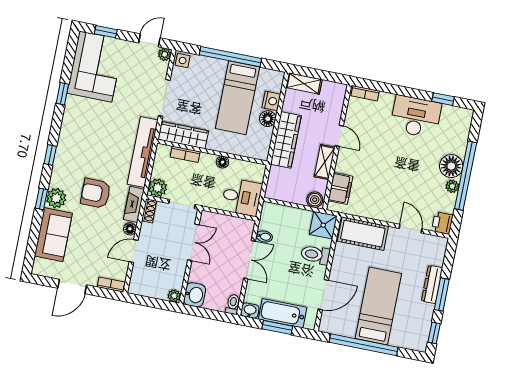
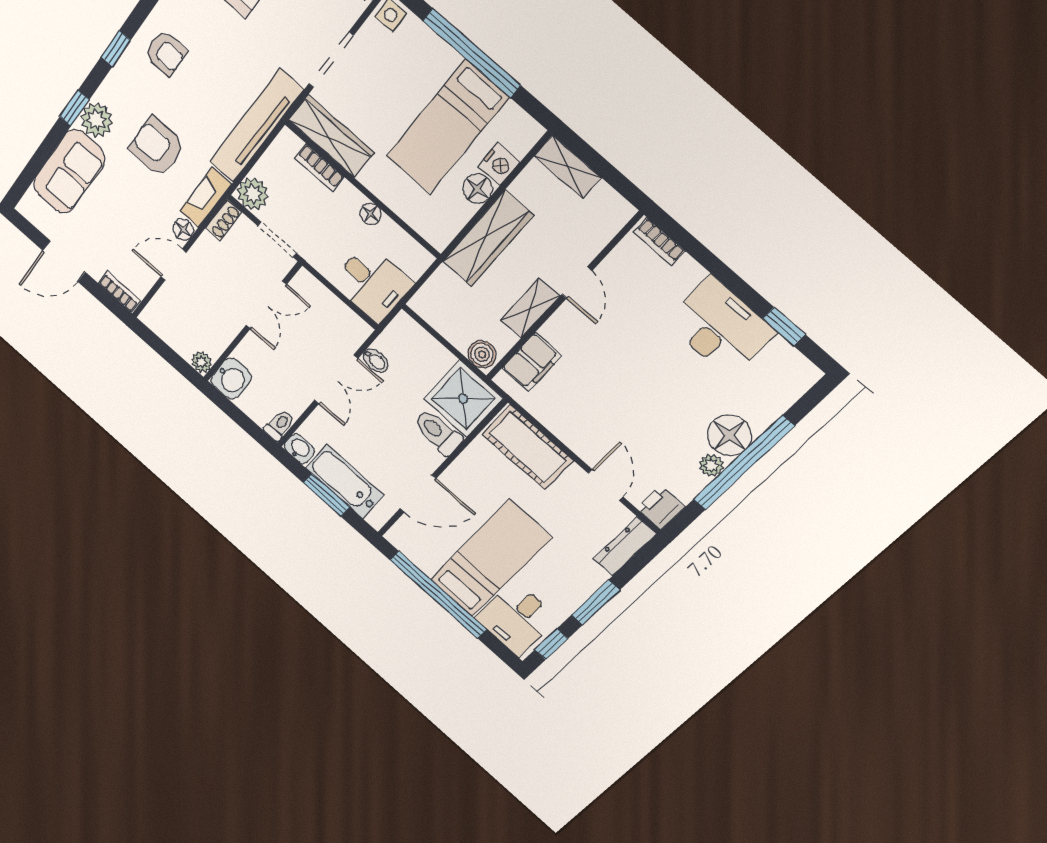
armchair: (78, 142) -> (166, 53), added
shower: (323, 225) -> (463, 399), width x1.36, depth x1.36
dresser: (432, 284) -> (625, 546), moved
desk: (409, 330) -> (516, 618), added

